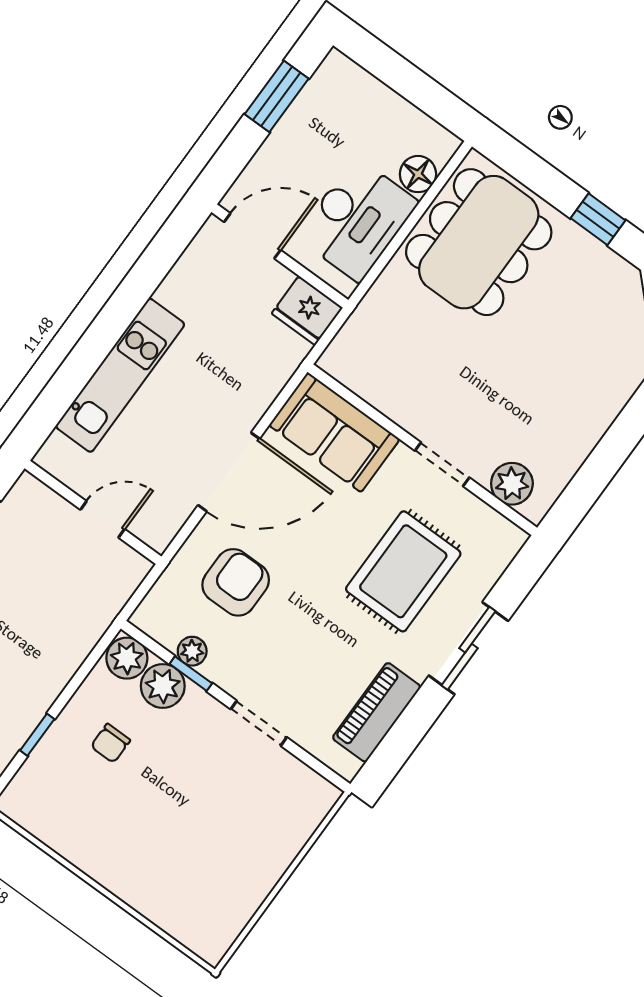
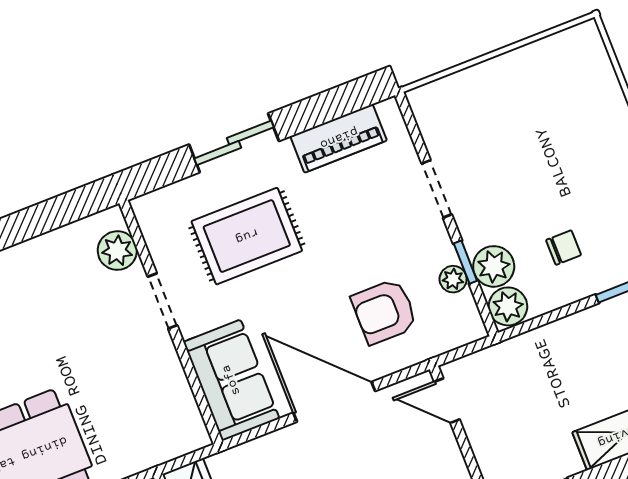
door: (103, 519) -> (447, 401), moved

